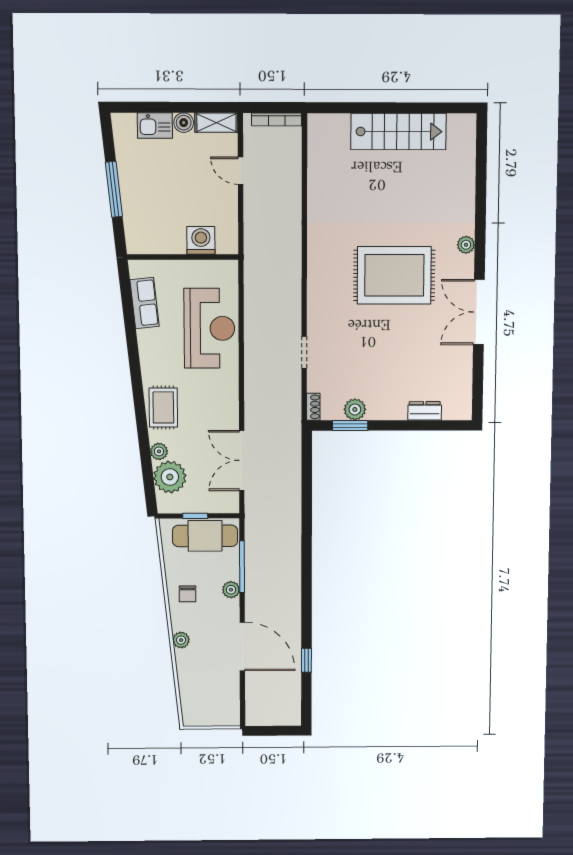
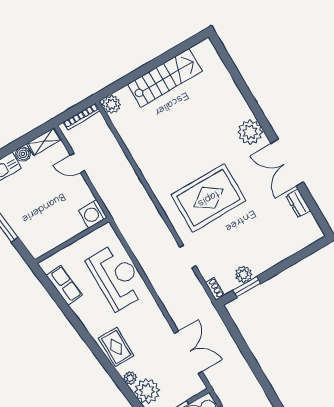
plant: (319, 126) -> (111, 104), added
washing machine: (201, 240) -> (93, 214), moved, turned -90
plant: (466, 245) -> (250, 132), width x1.88, depth x1.88
rug: (394, 275) -> (208, 198), moved
dresser: (425, 411) -> (298, 203), moved, turned -90
double door: (242, 460) -> (188, 352), swing flipped

